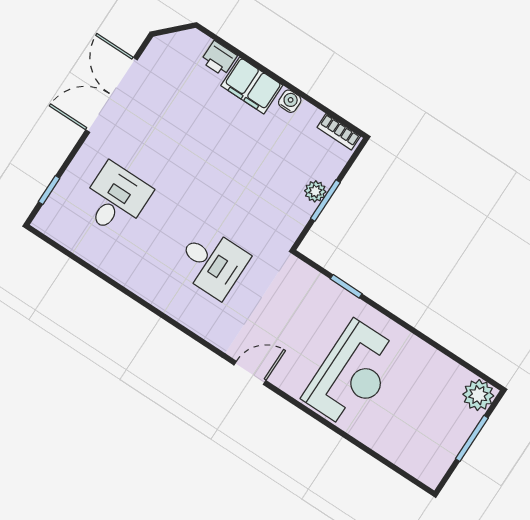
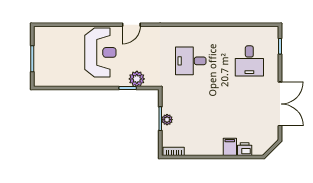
filing cabinet: (252, 85) -> (230, 147), width x0.50
water cooler: (290, 101) -> (203, 151), removed
door: (250, 373) -> (131, 25), moved
reception desk: (352, 375) -> (100, 52), turned 180
plant: (478, 395) -> (137, 79), moved

